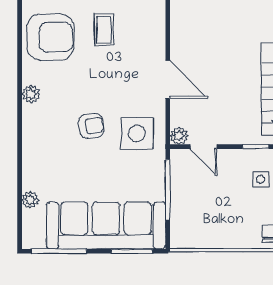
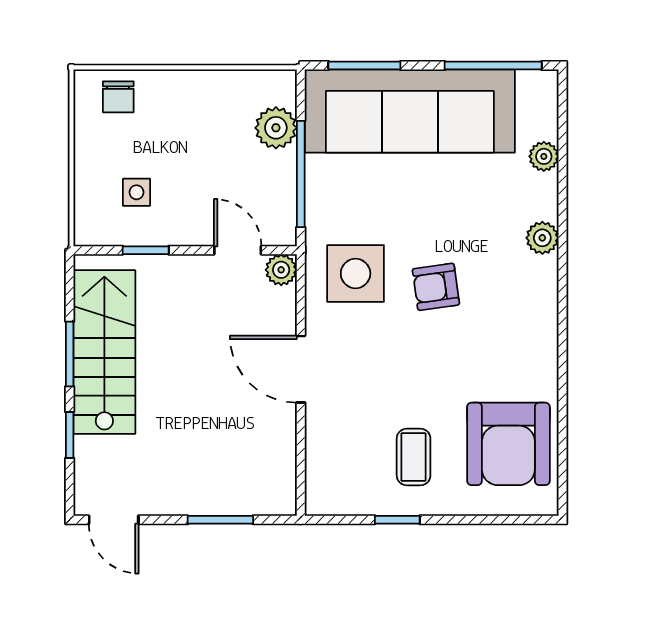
armchair: (50, 37) -> (508, 444), turned -90
plant: (31, 94) -> (542, 238), moved
plant: (182, 216) -> (276, 128), added

